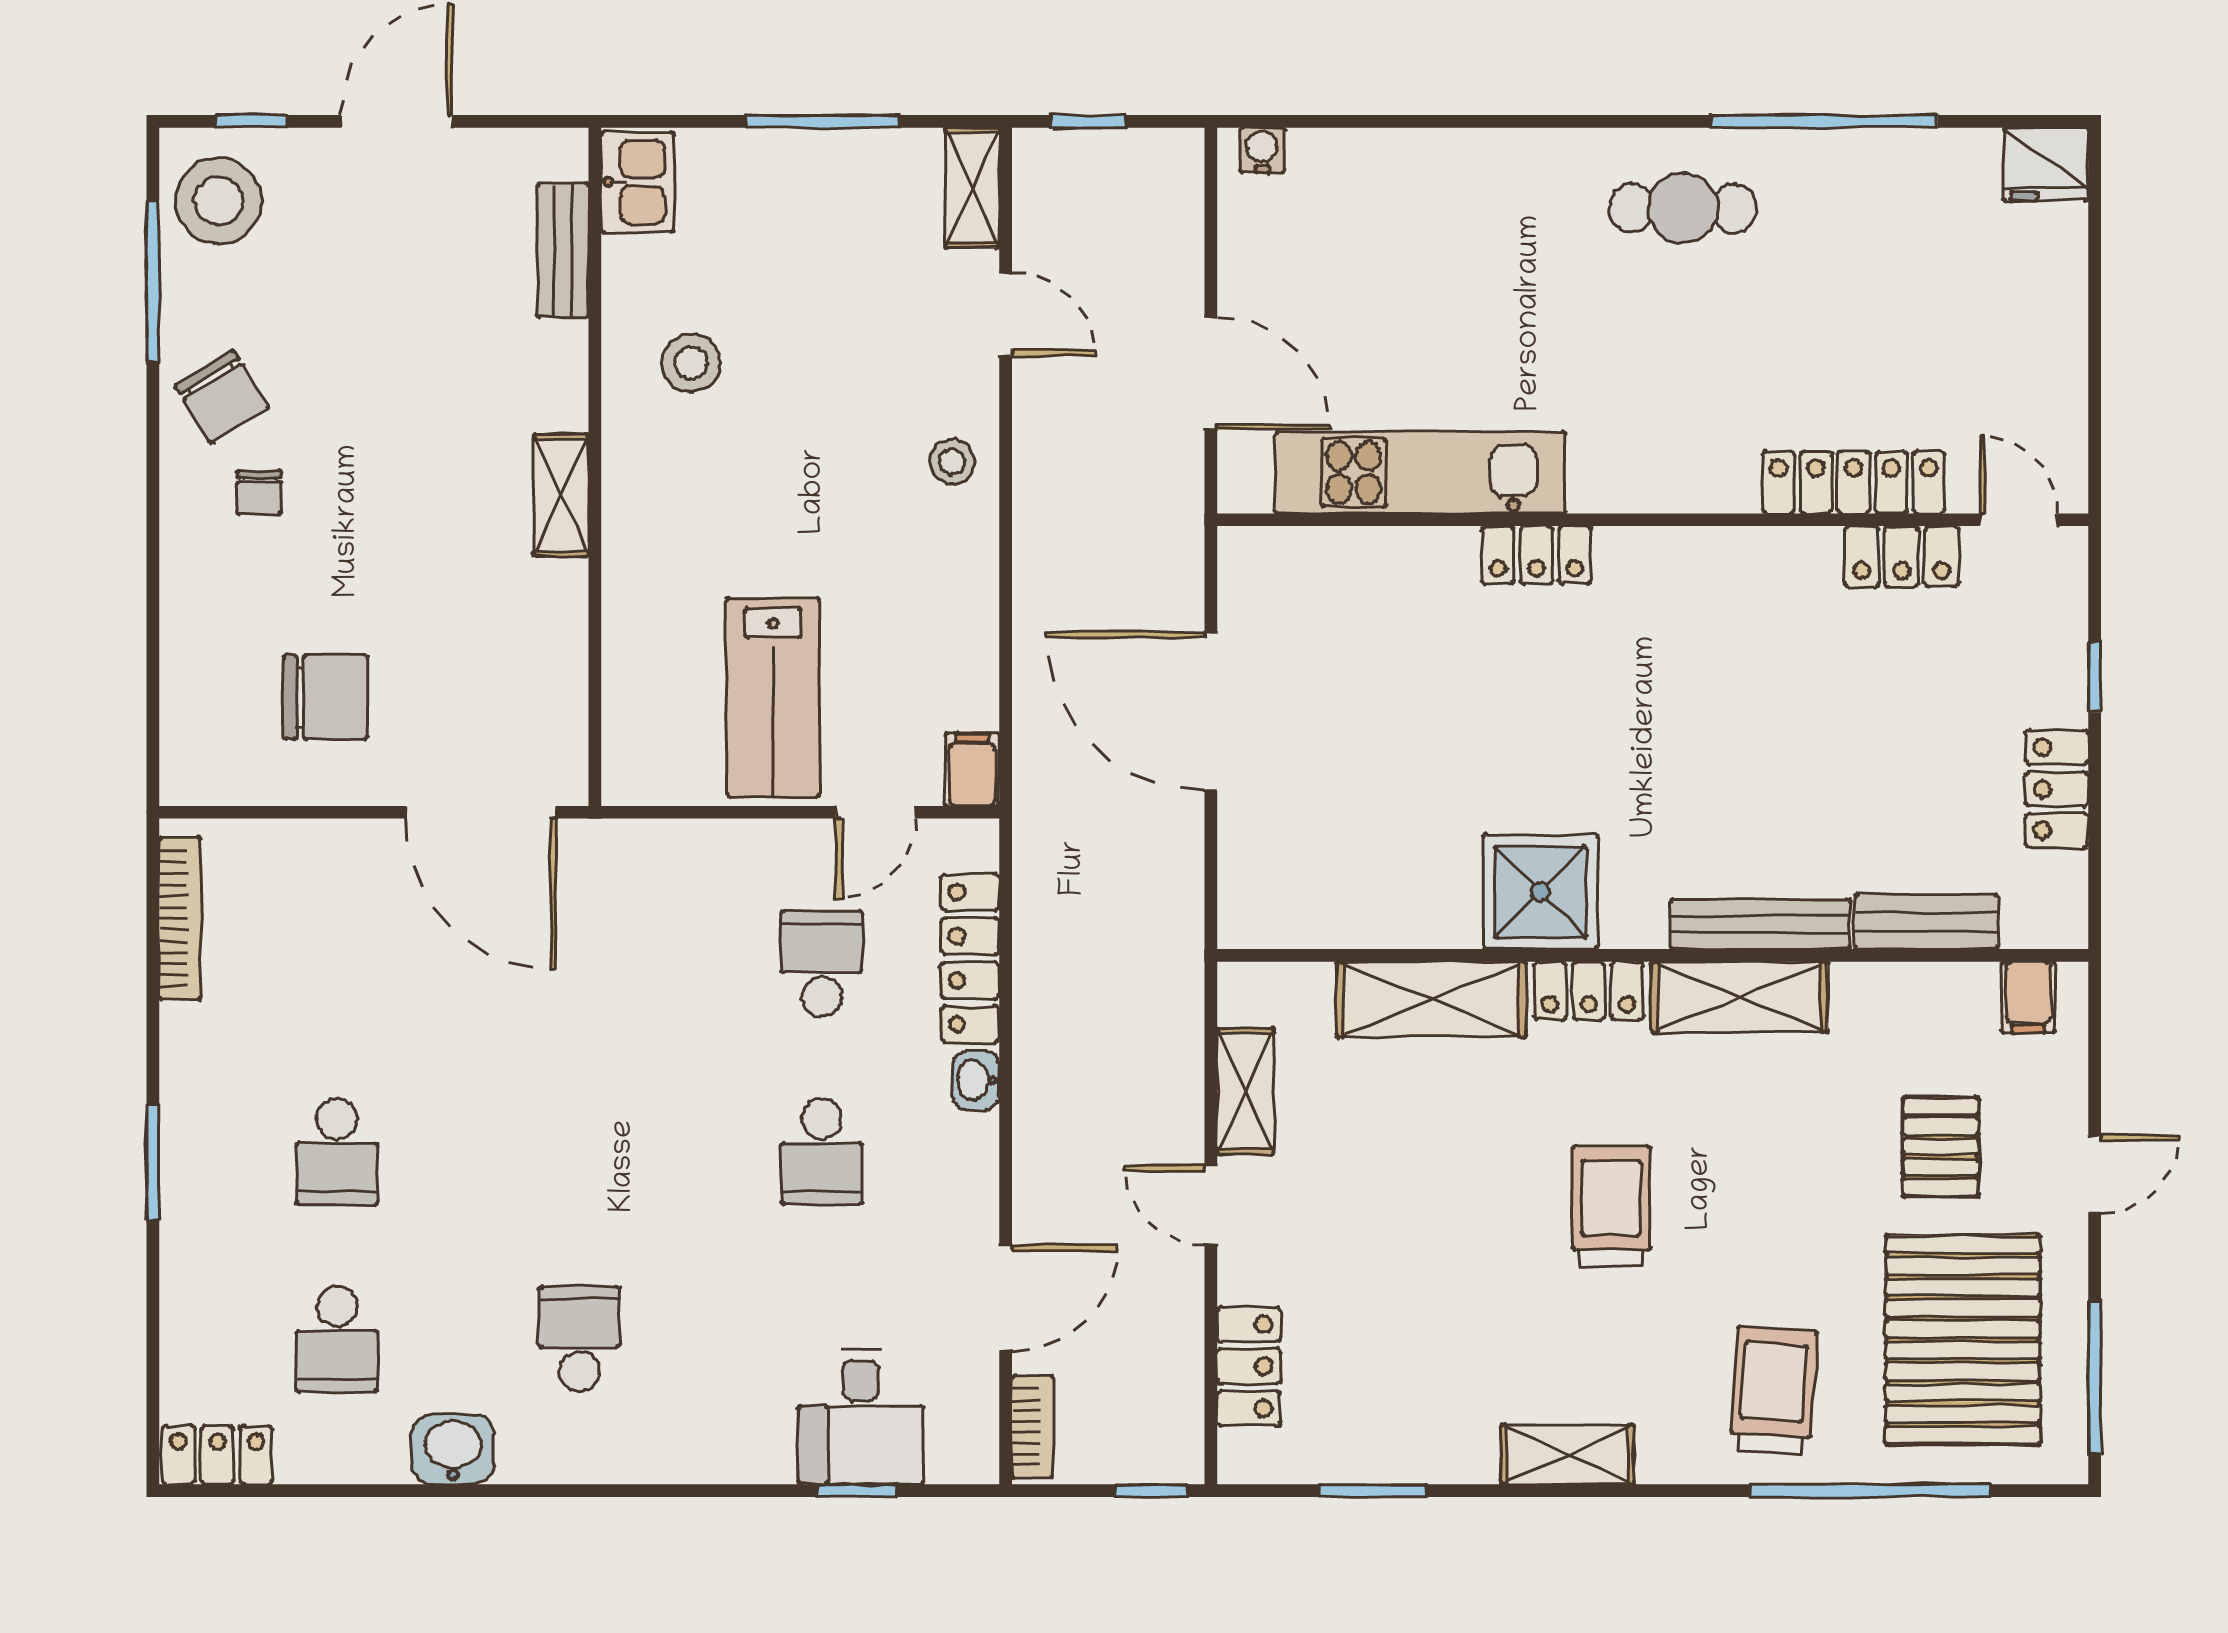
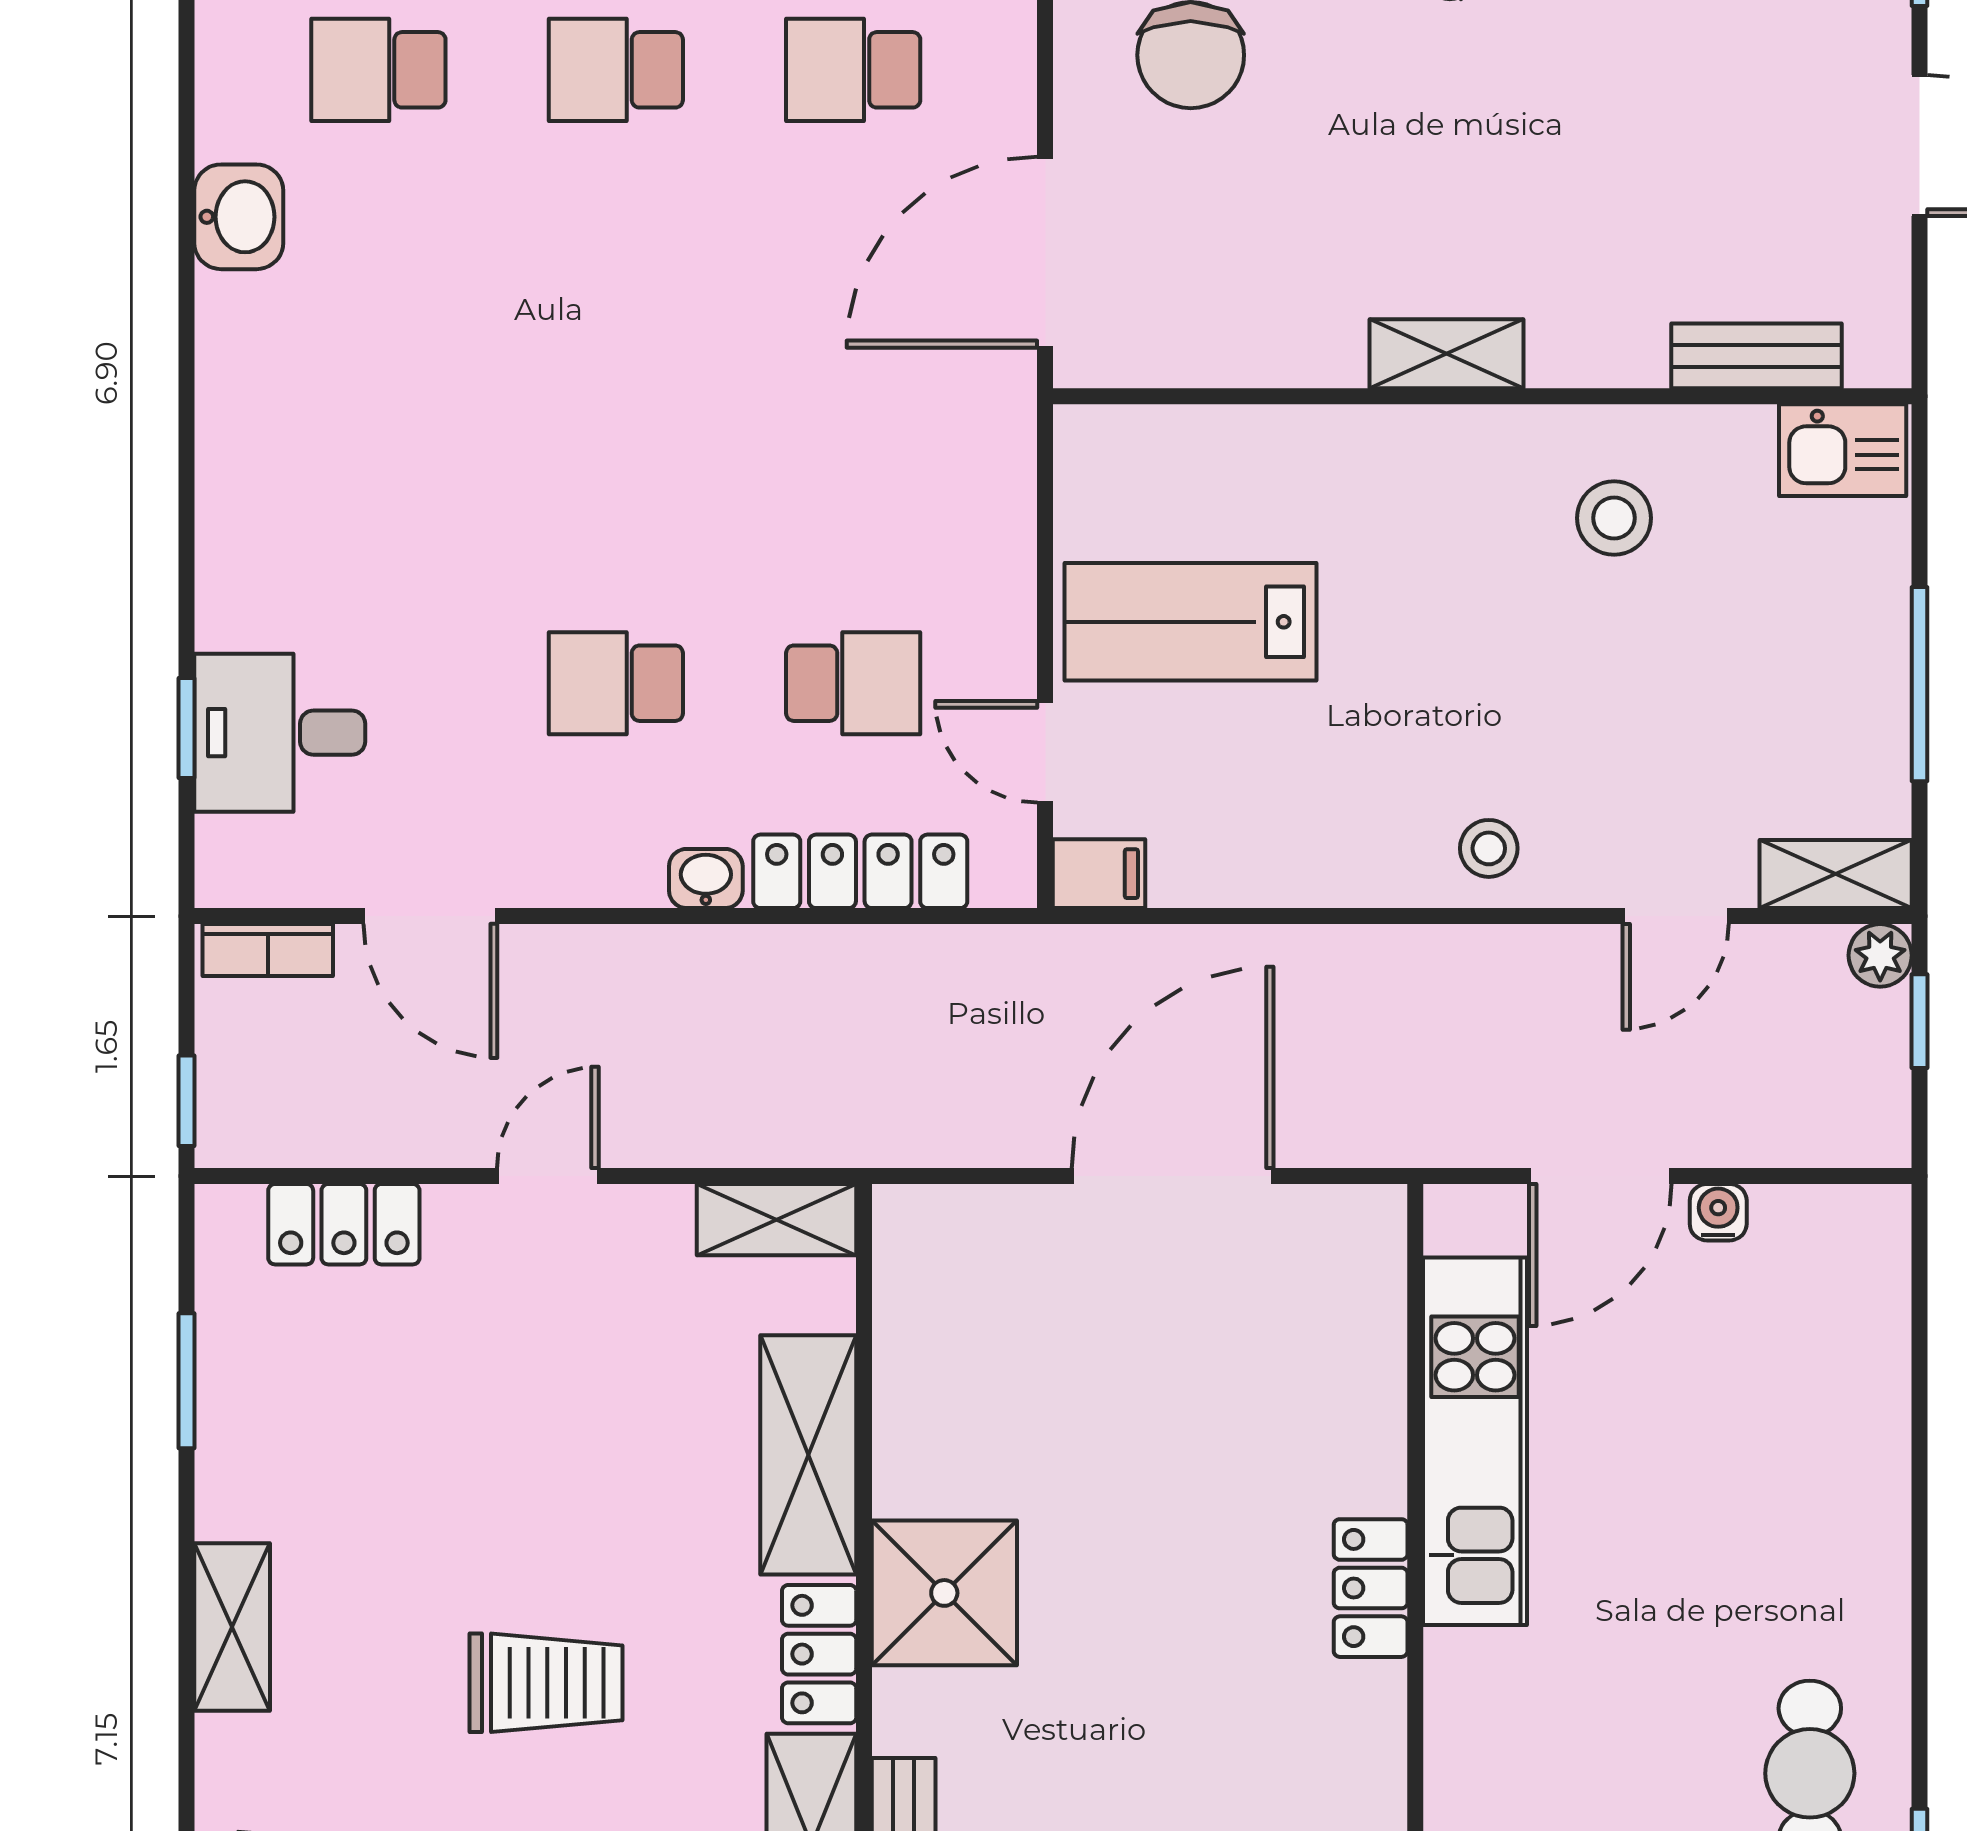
water cooler: (1262, 150) -> (1718, 1212), moved, turned -90
plant: (1037, 153) -> (1880, 955), added
shelving: (1245, 1091) -> (777, 1220), moved
school desk: (579, 1339) -> (853, 70), moved, turned 180

